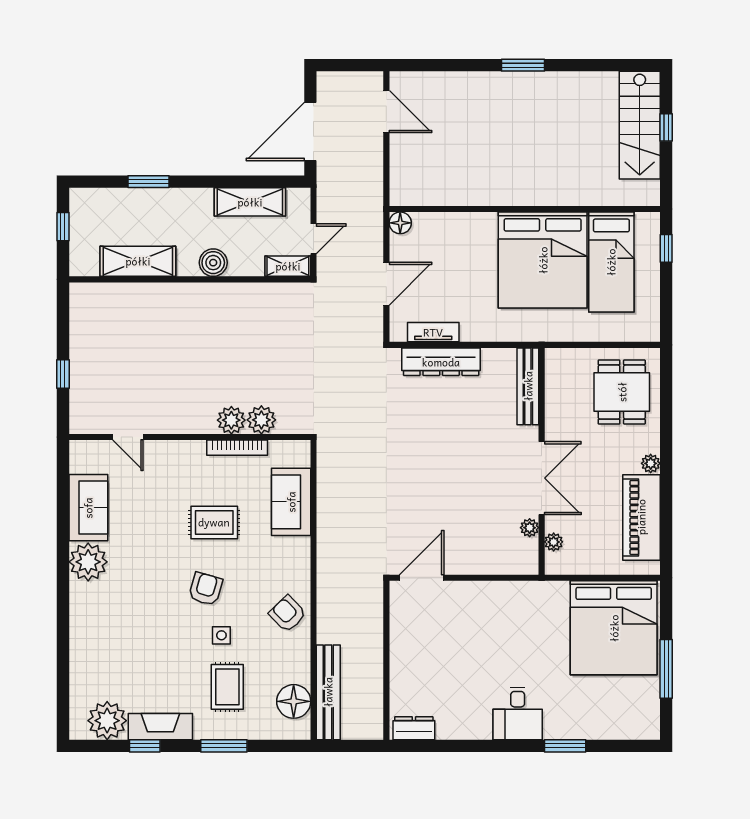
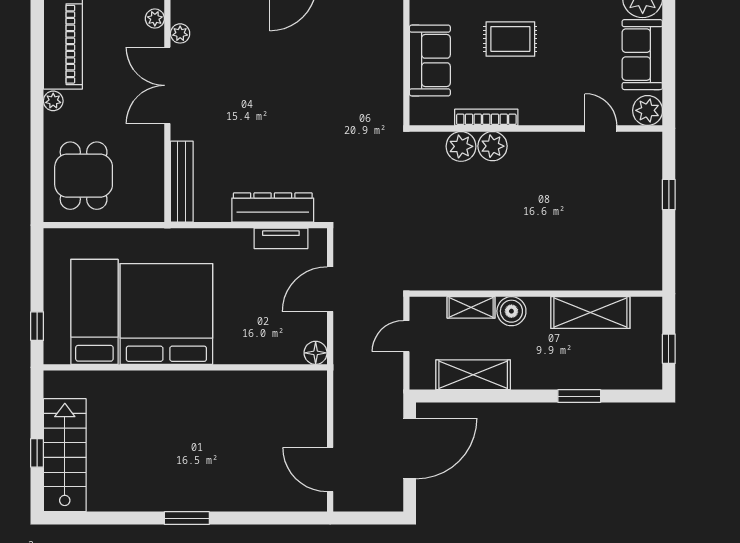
shelving: (288, 266) -> (471, 307), moved
plant: (83, 454) -> (648, 110), added

